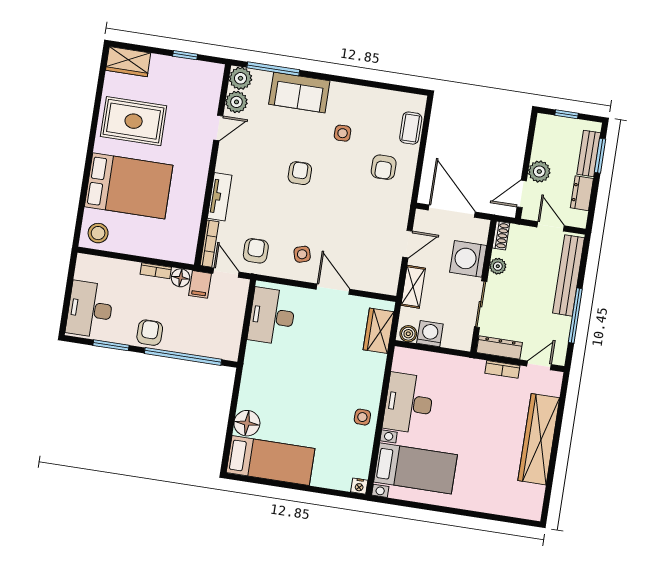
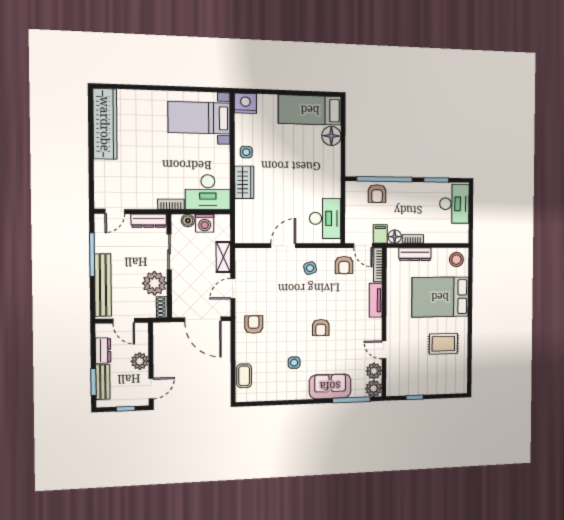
wardrobe: (128, 62) -> (453, 385), removed
rug: (134, 121) -> (443, 344), width x0.73, depth x0.70
door: (218, 128) -> (384, 350), hinge flipped
armchair: (384, 167) -> (254, 324), moved
door: (522, 194) -> (151, 388), moved
dresser: (156, 250) -> (415, 254), added
washing machine: (468, 259) -> (184, 285), removed
plant: (498, 266) -> (155, 283), width x1.88, depth x1.88
door: (333, 289) -> (283, 246), swing flipped
wardrobe: (379, 331) -> (244, 182), moved
armchair: (150, 333) -> (377, 194), moved
boiler: (408, 334) -> (188, 221), moved
bookcase: (502, 369) -> (171, 204), moved
desk: (409, 403) -> (208, 192), moved, turned 90
wardrobe: (539, 439) -> (105, 124), moved
nightstand: (359, 486) -> (245, 103), width x1.89, depth x1.79

